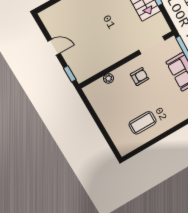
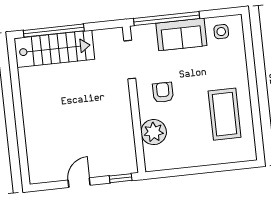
plant: (108, 78) -> (154, 132), width x1.88, depth x1.88
coffee table: (143, 123) -> (225, 114), width x1.36, depth x1.32

